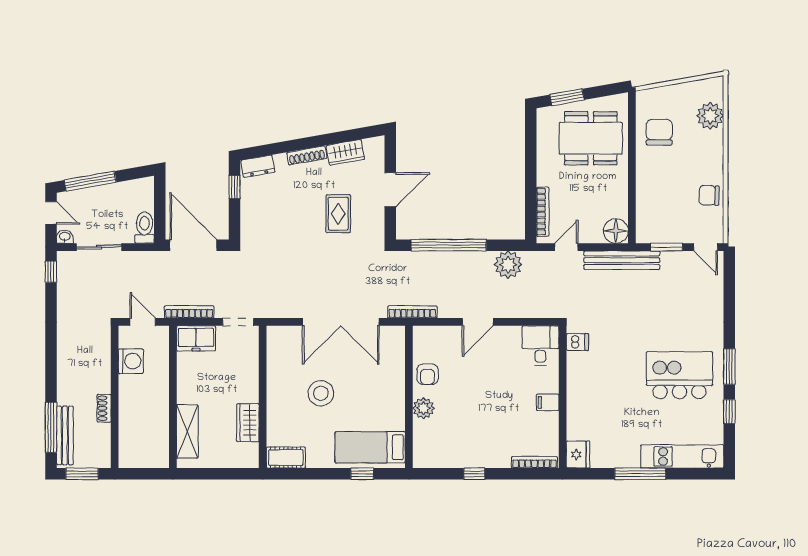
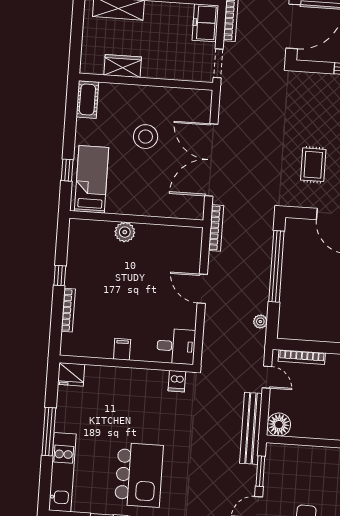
rug: (338, 214) -> (313, 165), turned 90
plant: (508, 265) -> (260, 322), width x0.53, depth x0.53
armchair: (427, 374) -> (156, 238), removed
bookcase: (534, 462) -> (68, 310), moved

